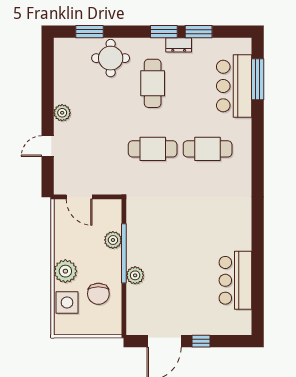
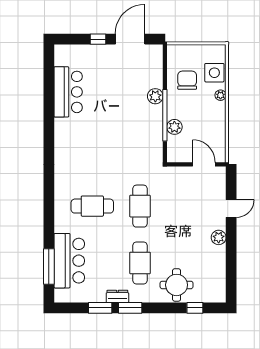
window: (89, 32) -> (195, 308), width x0.67
cafe table: (153, 149) -> (140, 206), turned 90
plant: (65, 271) -> (221, 95), width x0.53, depth x0.53

